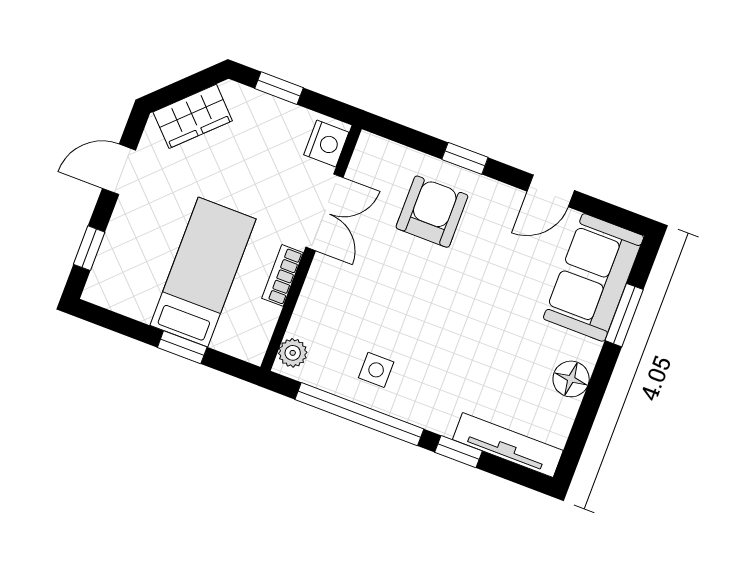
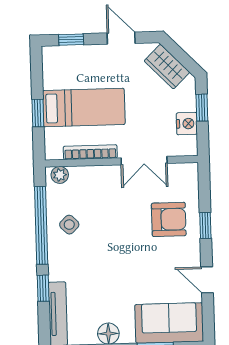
nightstand: (326, 144) -> (187, 124), moved, turned -90
bookcase: (282, 275) -> (90, 152), width x1.56
side table: (376, 370) -> (69, 225), turned 45

